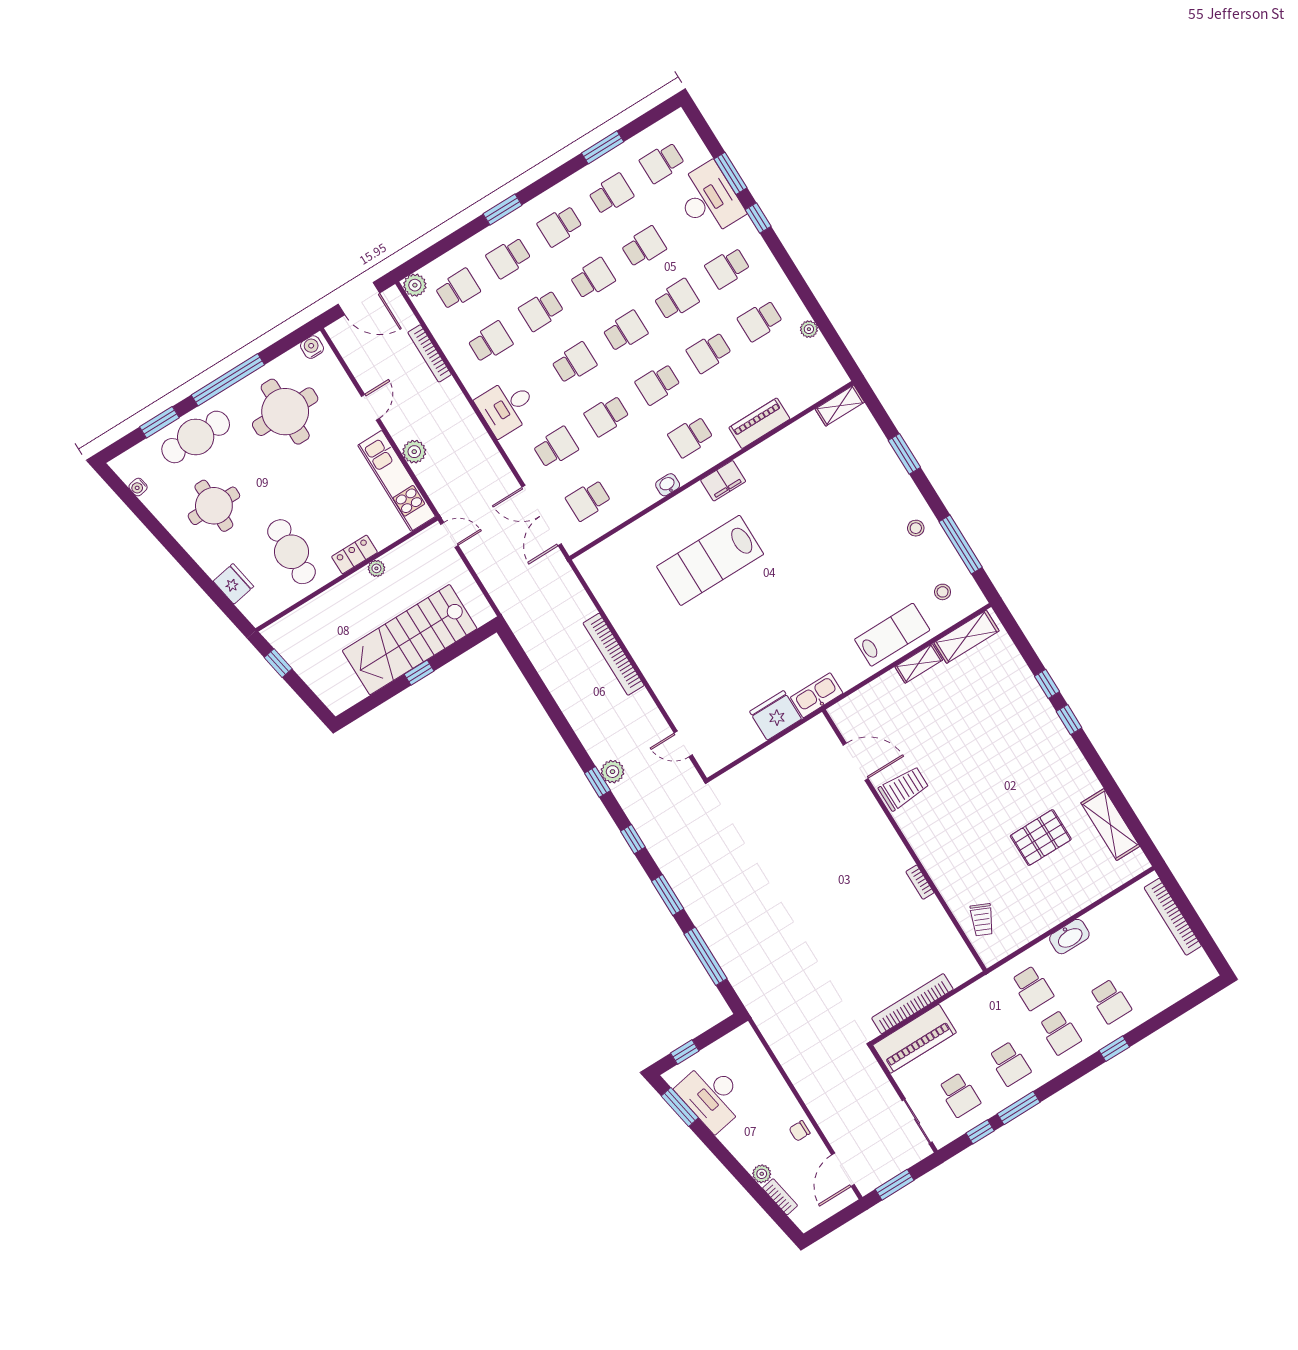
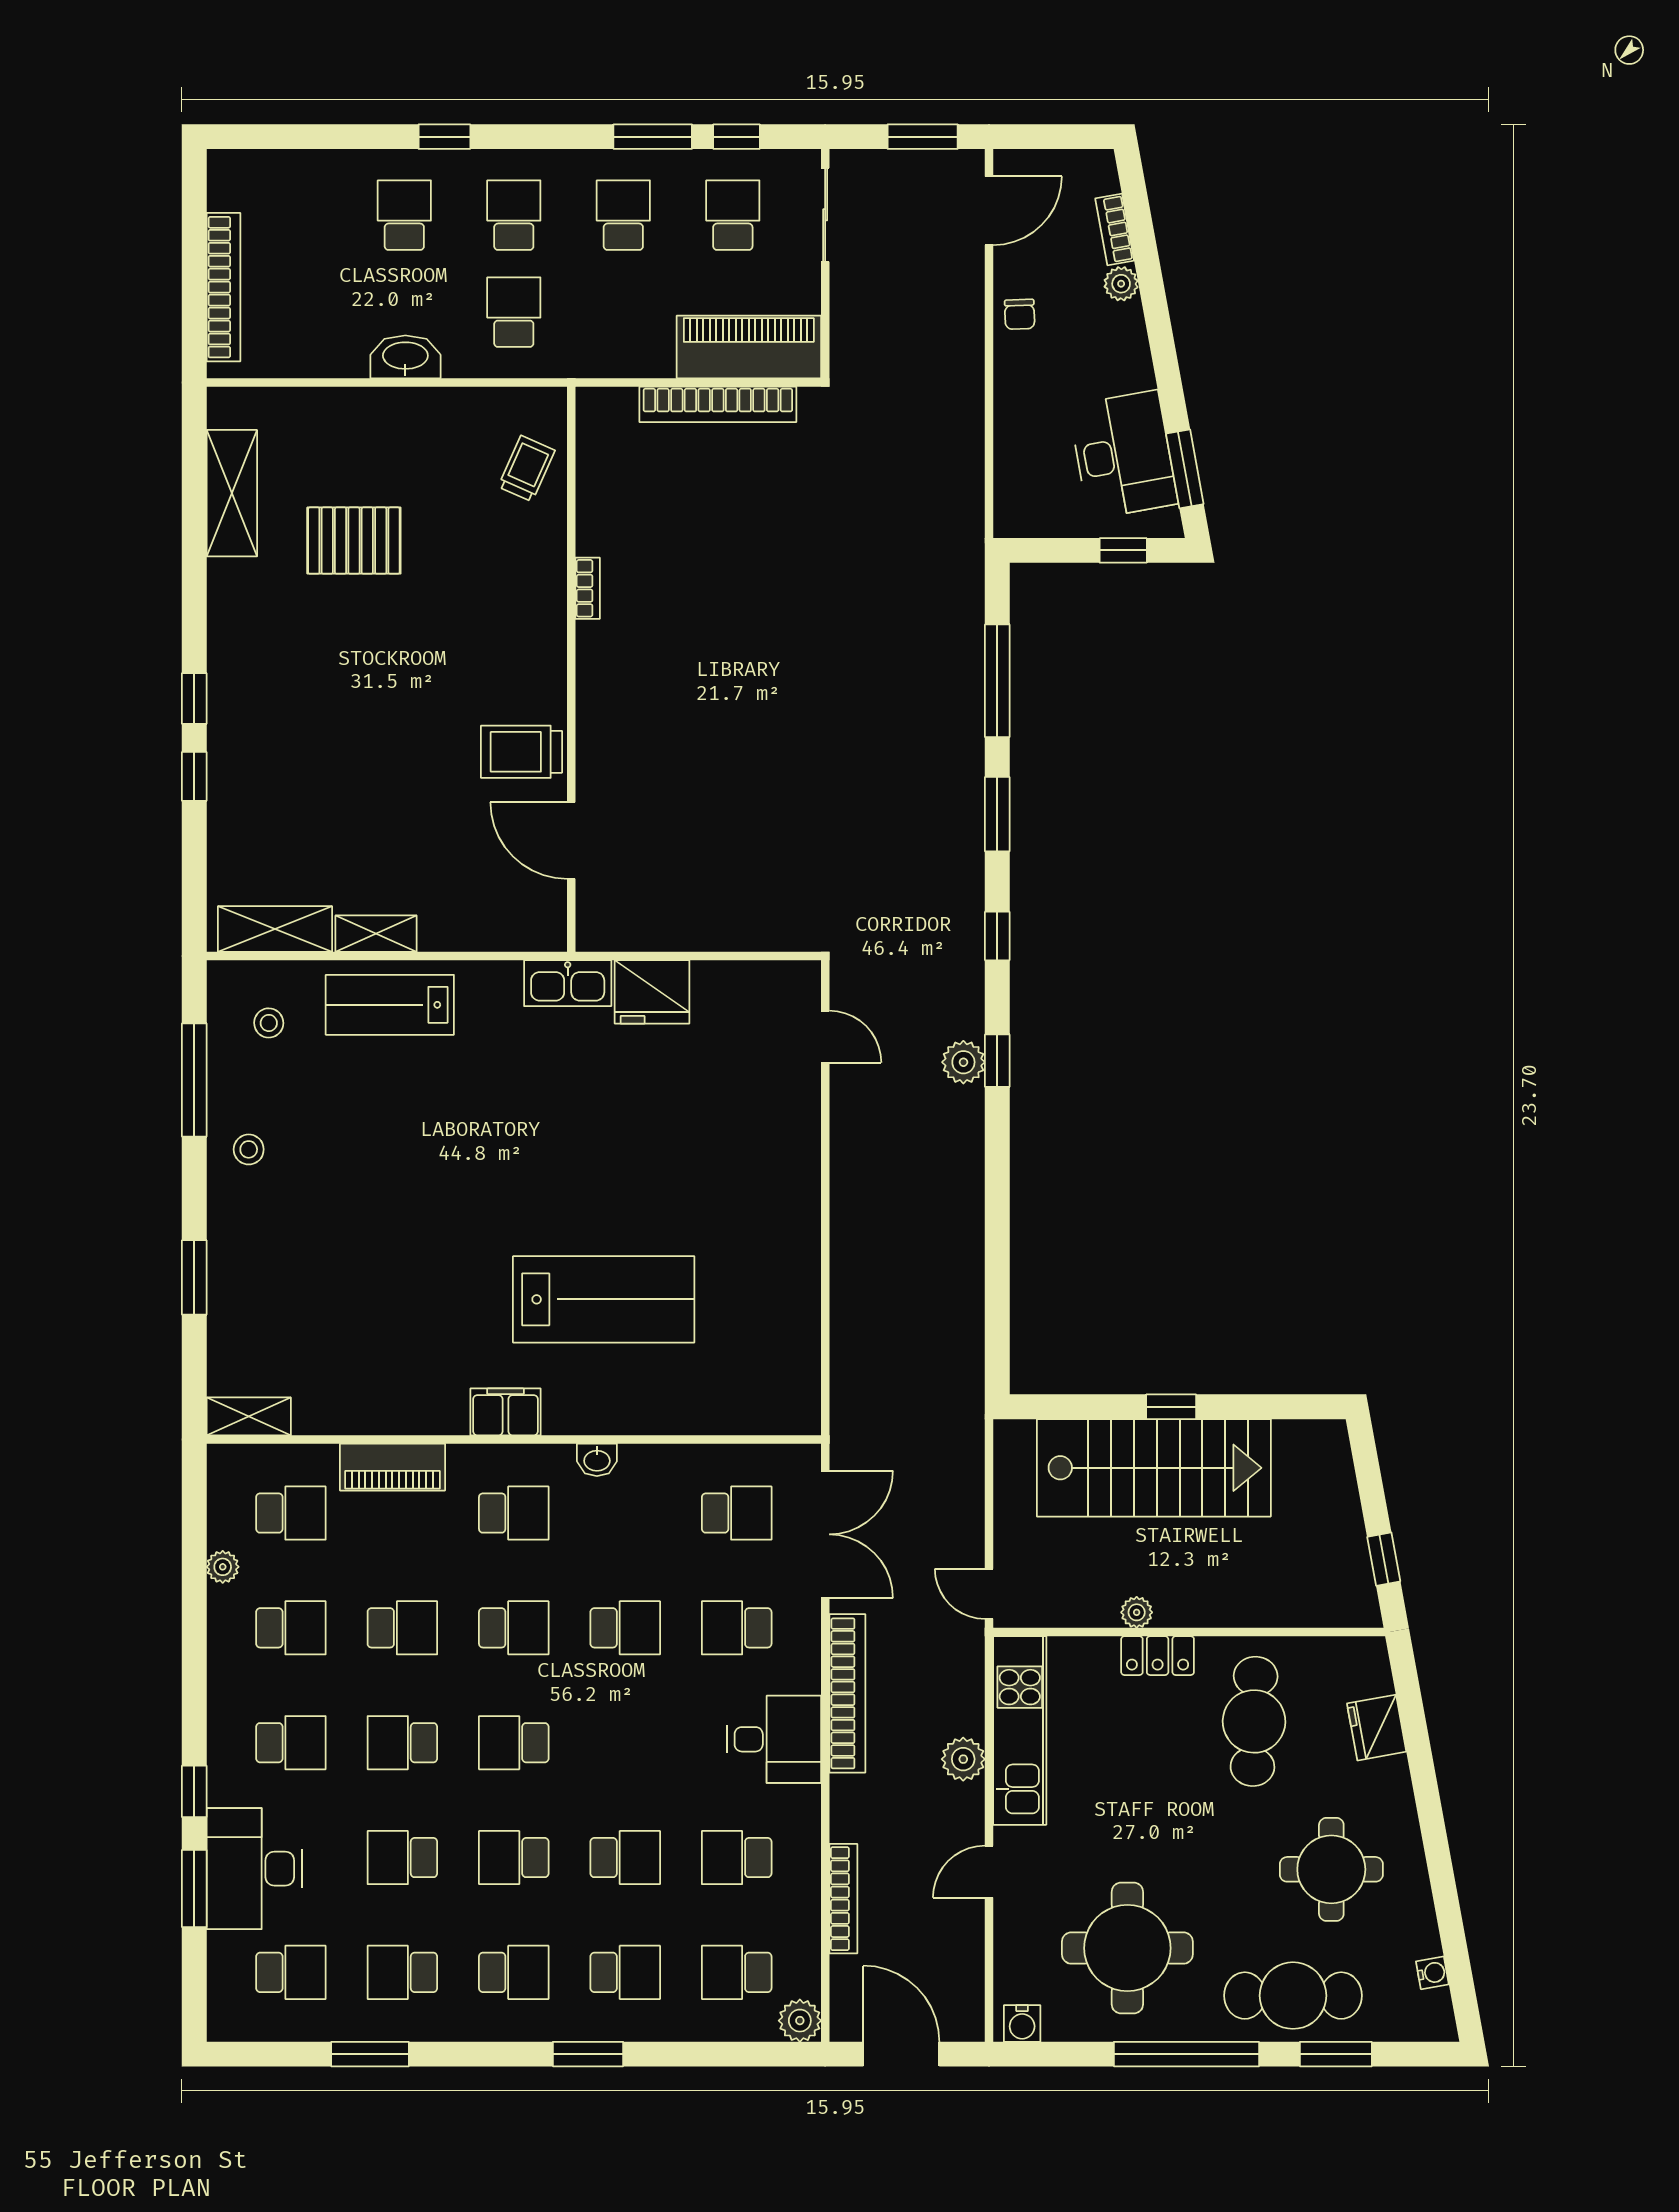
school desk: (574, 363) -> (291, 1513), moved, turned 180
bookcase: (614, 654) -> (847, 1693), moved
chair: (800, 1131) -> (1020, 314), turned 88

